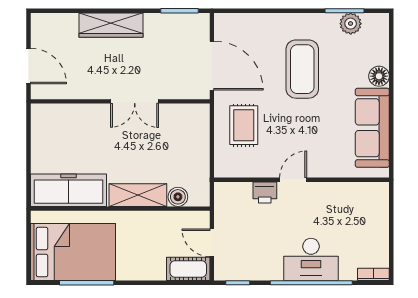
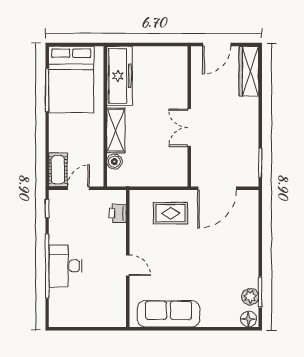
wardrobe: (111, 25) -> (249, 71), moved
coffee table: (302, 69) -> (214, 259), removed
floor lamp: (379, 76) -> (249, 319), moved
door: (293, 180) -> (128, 265), moved
printer: (265, 192) -> (118, 213), moved
bookcase: (373, 274) -> (54, 315), removed

